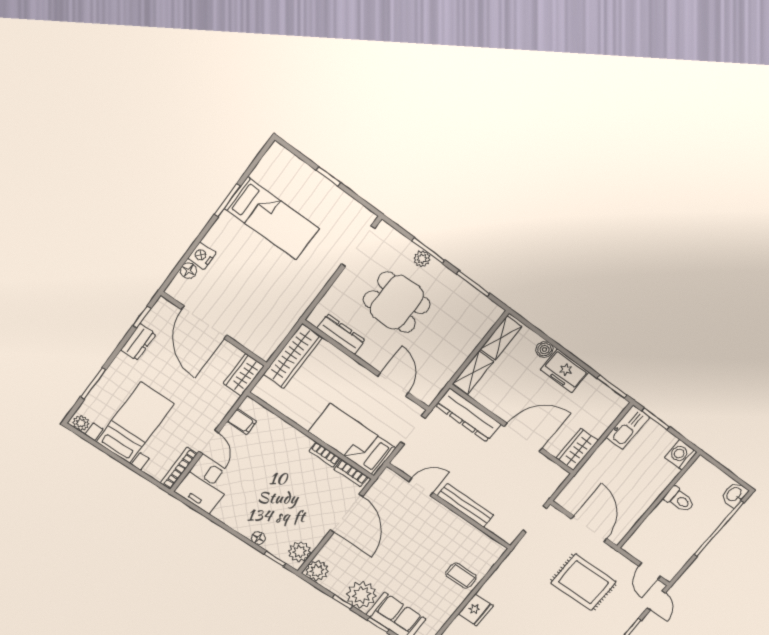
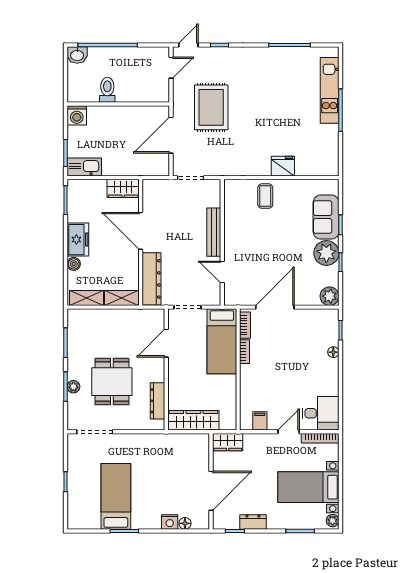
plant: (300, 552) -> (324, 318), removed

